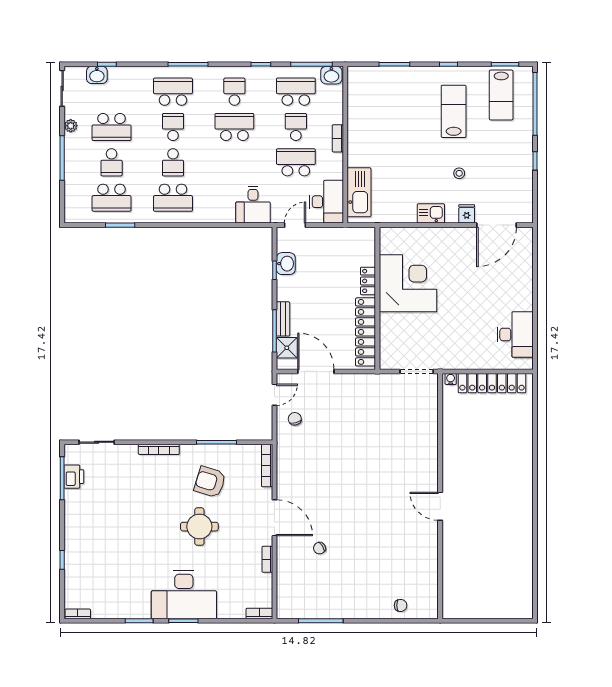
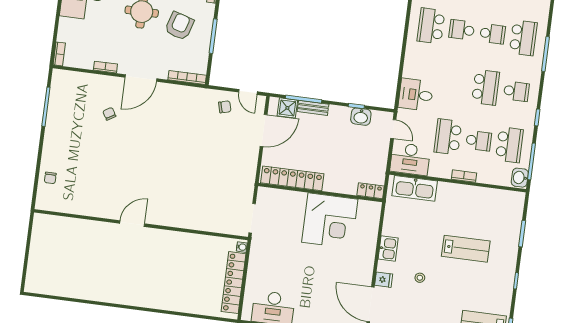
lab bench: (454, 111) -> (466, 249), moved
school desk: (296, 162) -> (448, 137), turned 180
locker: (368, 281) -> (371, 191), moved

